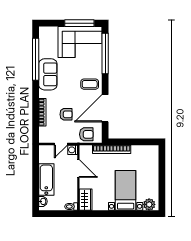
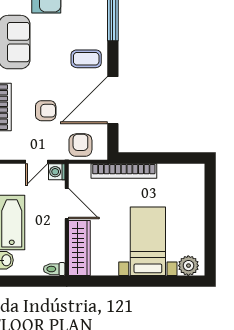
armchair: (86, 134) -> (80, 145), turned -90
wardrobe: (86, 200) -> (79, 248), width x1.50

